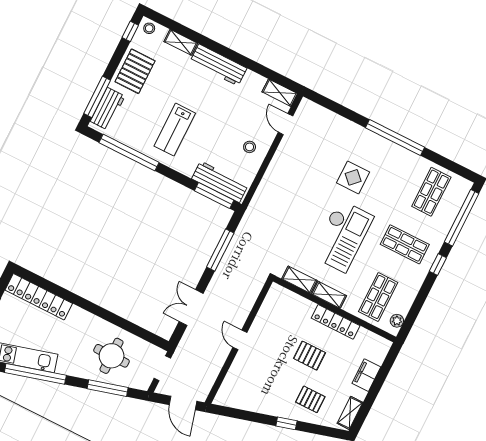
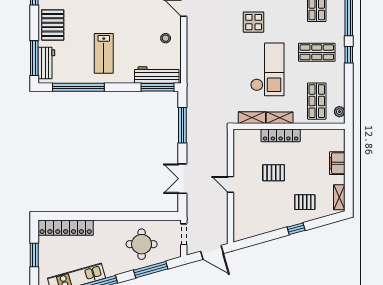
locker: (336, 322) -> (281, 135), moved
pallet: (309, 356) -> (274, 173), moved

